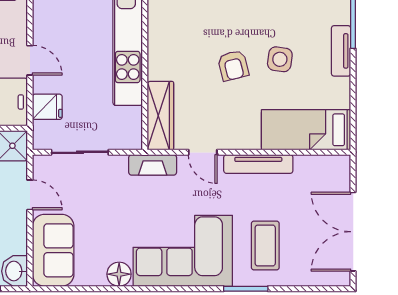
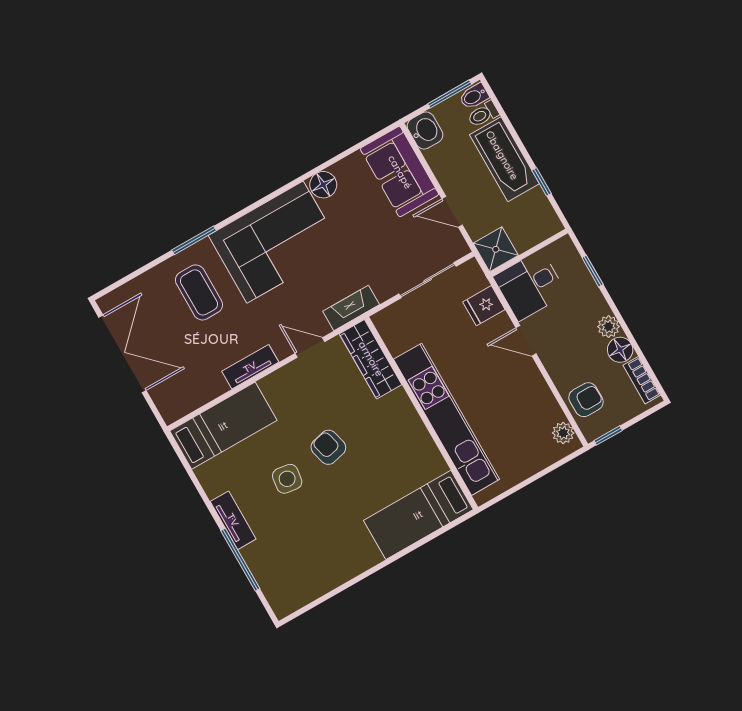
tv unit: (258, 164) -> (250, 367), width x0.71

